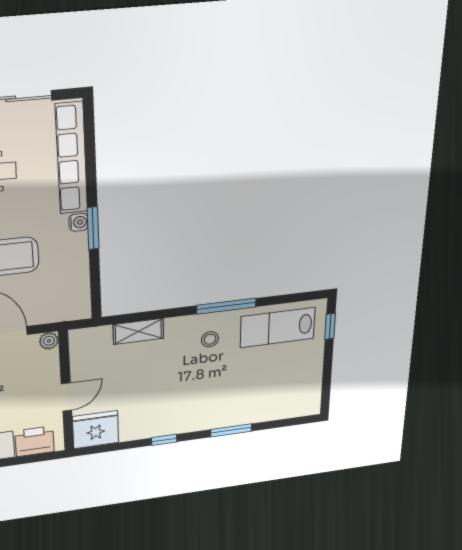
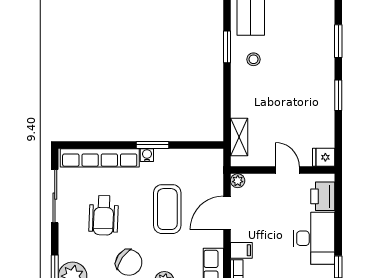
window: (226, 306) -> (227, 47), width x0.69
shelving: (138, 331) -> (239, 137), moved
fridge: (96, 430) -> (324, 157), width x0.53, depth x0.75
window: (164, 440) -> (338, 95), width x1.50

